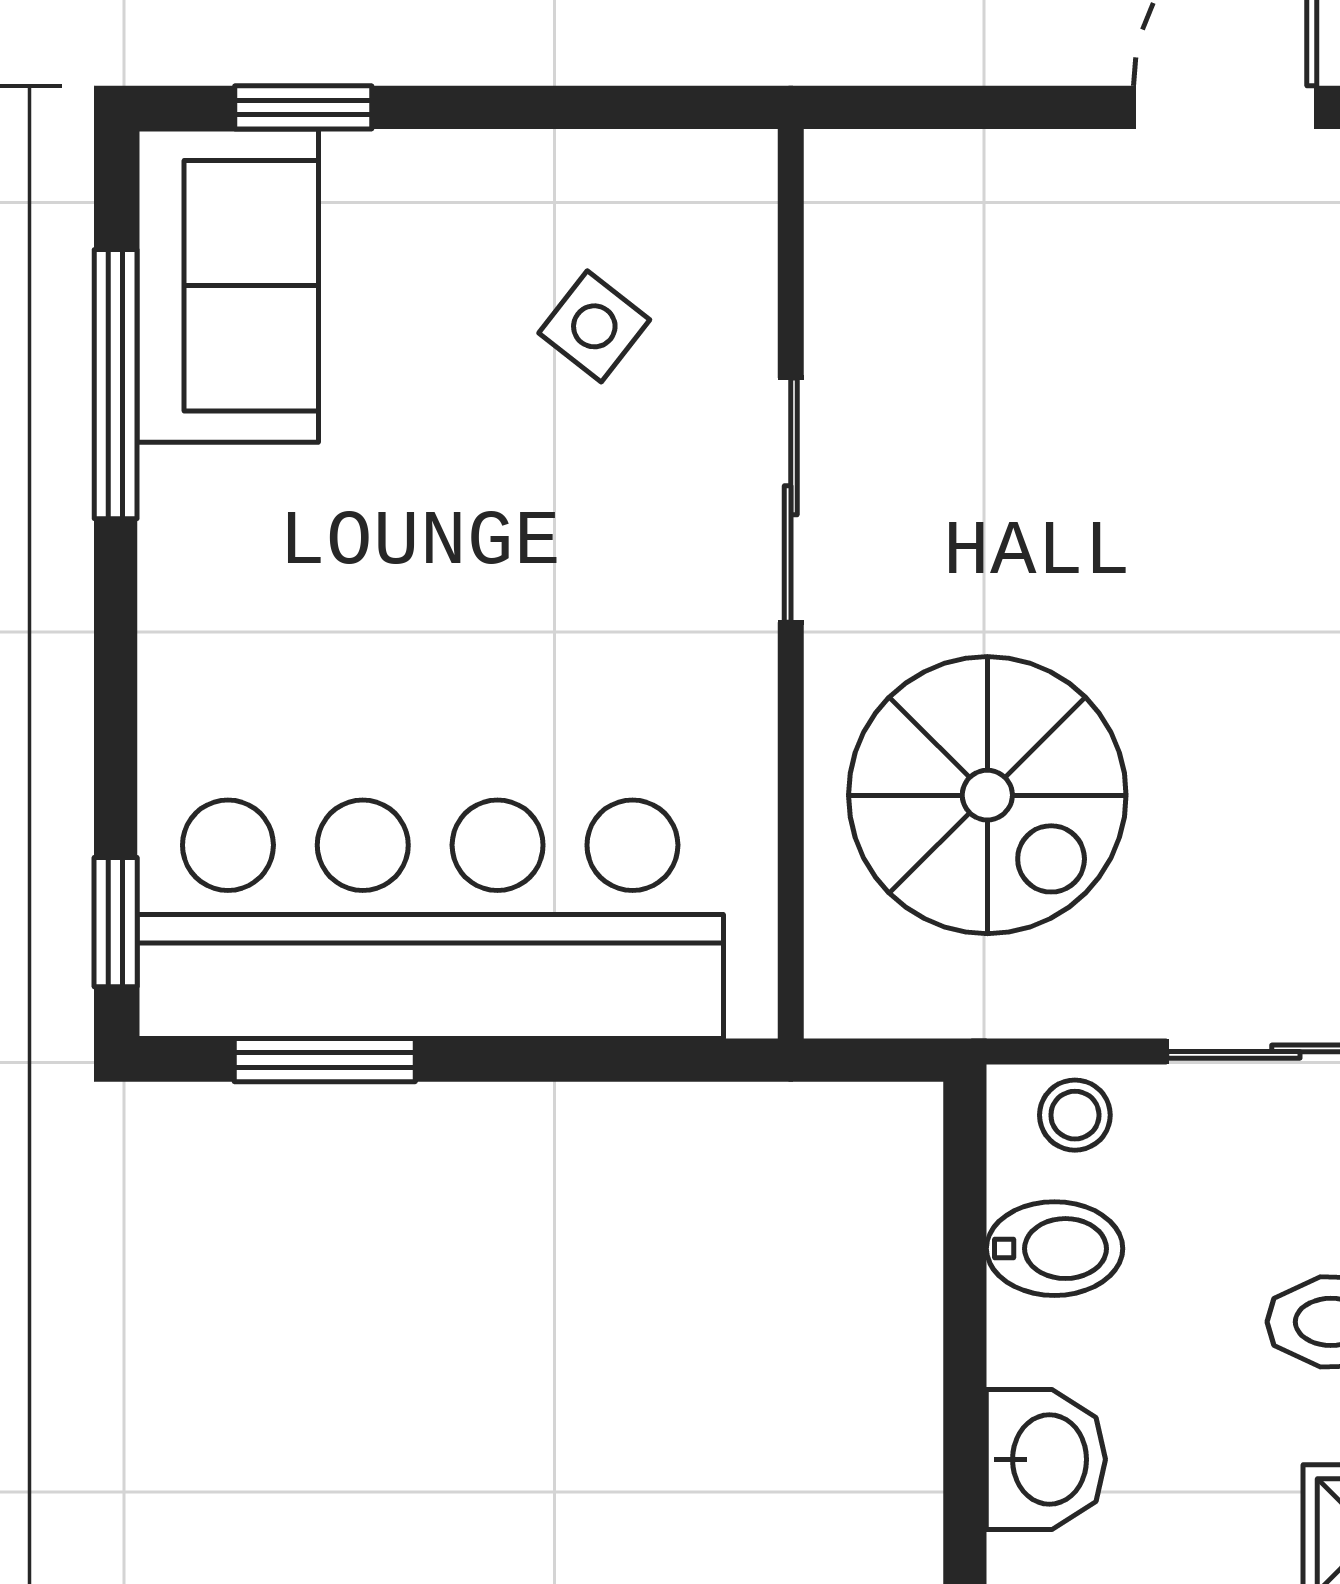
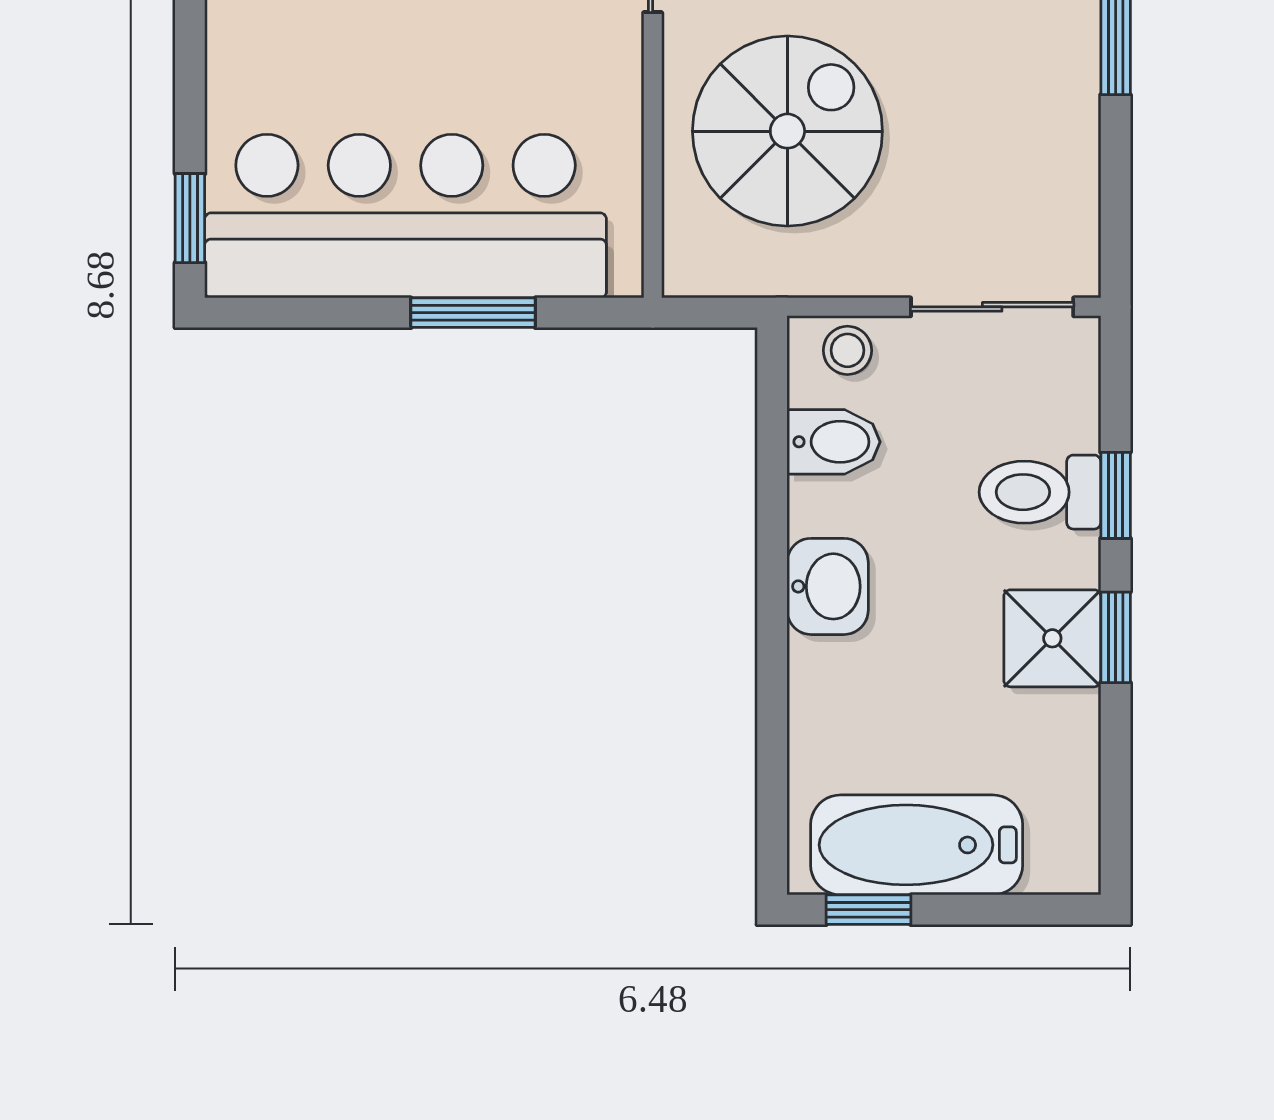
spiral stairs: (987, 795) -> (787, 131), turned -90
window: (325, 1060) -> (473, 313), moved

